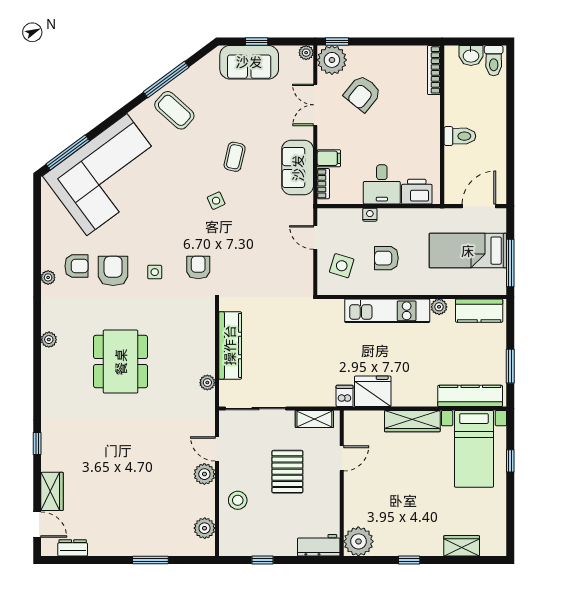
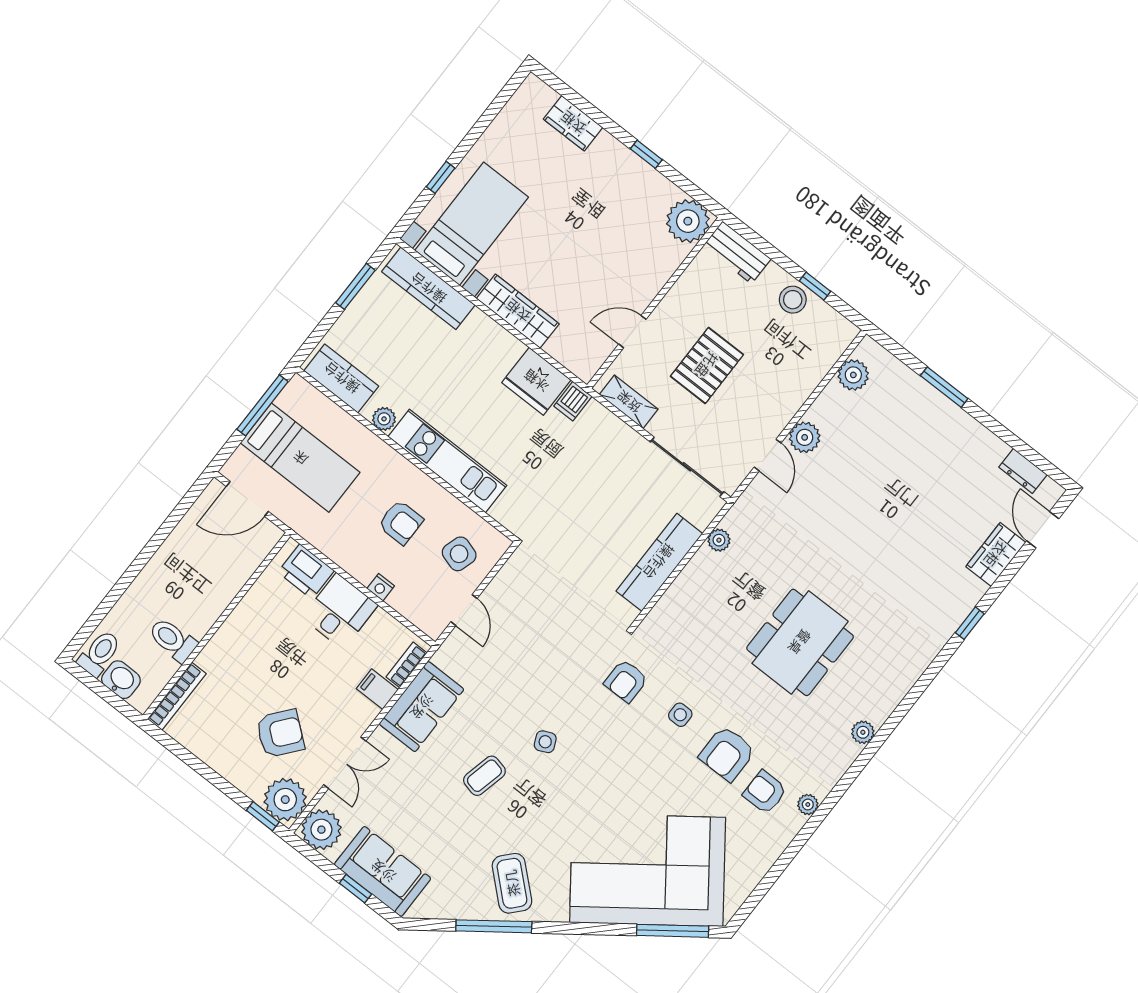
plant: (306, 53) -> (321, 830), width x1.87, depth x1.87
toilet: (460, 136) -> (173, 640), moved
stool: (238, 500) -> (793, 300), moved

